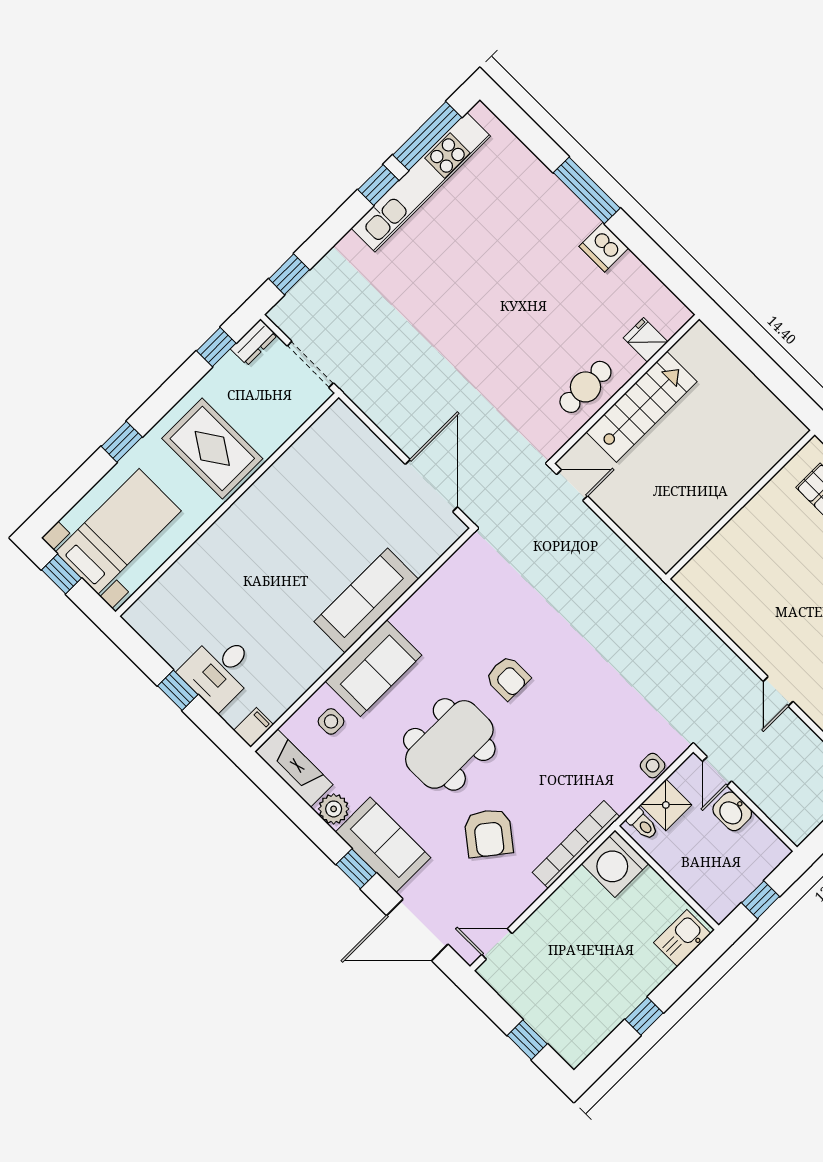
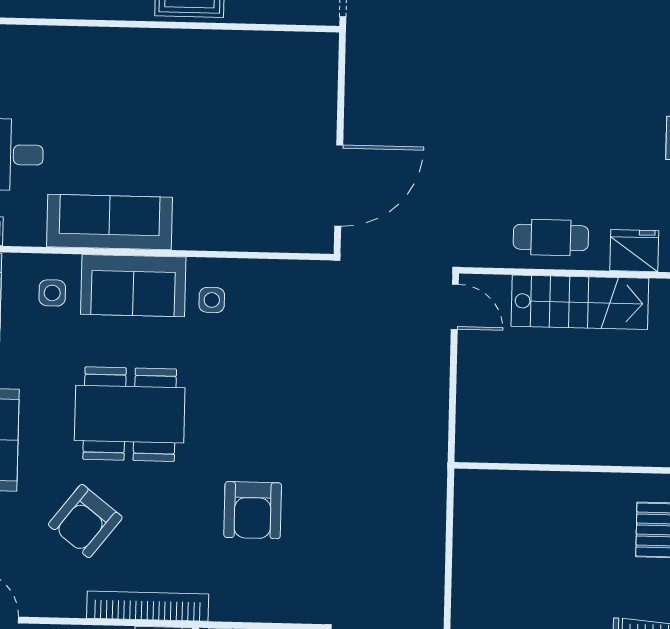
fridge: (646, 340) -> (634, 251), width x1.38
sofa: (366, 600) -> (109, 222), moved
armchair: (508, 678) -> (253, 510), moved, width x1.38, depth x1.38
side table: (653, 766) -> (212, 300), moved

